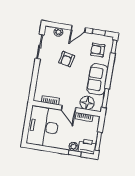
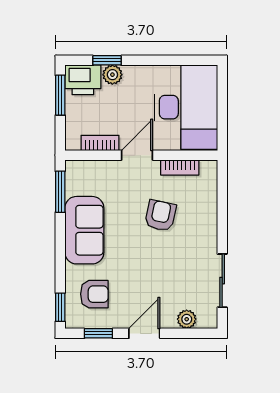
armchair: (67, 59) -> (160, 216), moved
floor lamp: (87, 103) -> (99, 175), removed
door: (68, 109) -> (137, 155), hinge flipped

